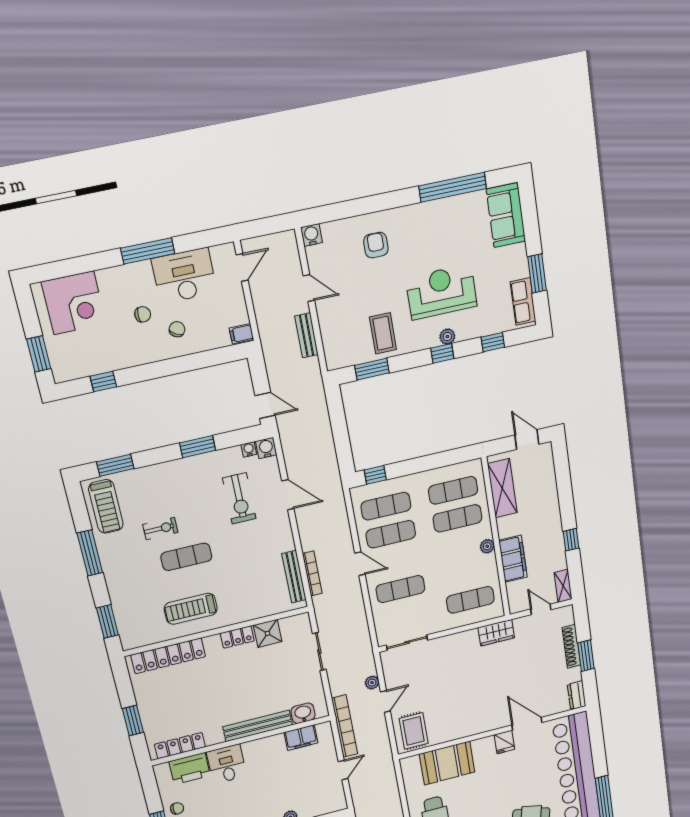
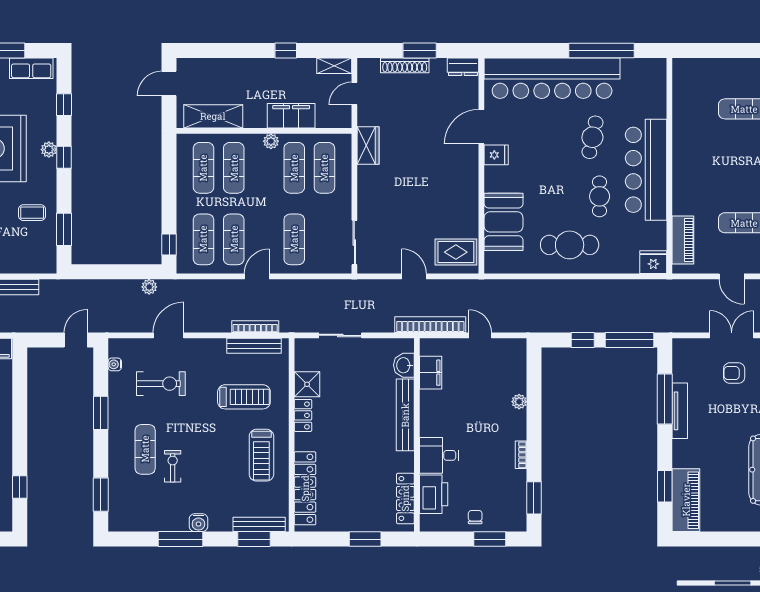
coffee table: (383, 333) -> (32, 213), width x0.73, depth x0.77
water cooler: (266, 448) -> (198, 523), moved, turned -90
treadmill: (106, 506) -> (244, 397), moved
exercise mat: (186, 557) -> (145, 449), moved
exercise mat: (466, 573) -> (294, 168), added
bench: (123, 623) -> (259, 524), added
plant: (372, 683) -> (149, 287), moved

